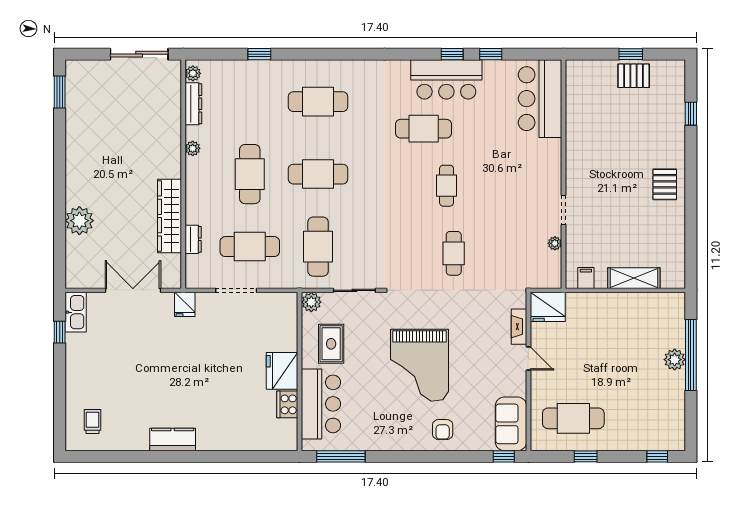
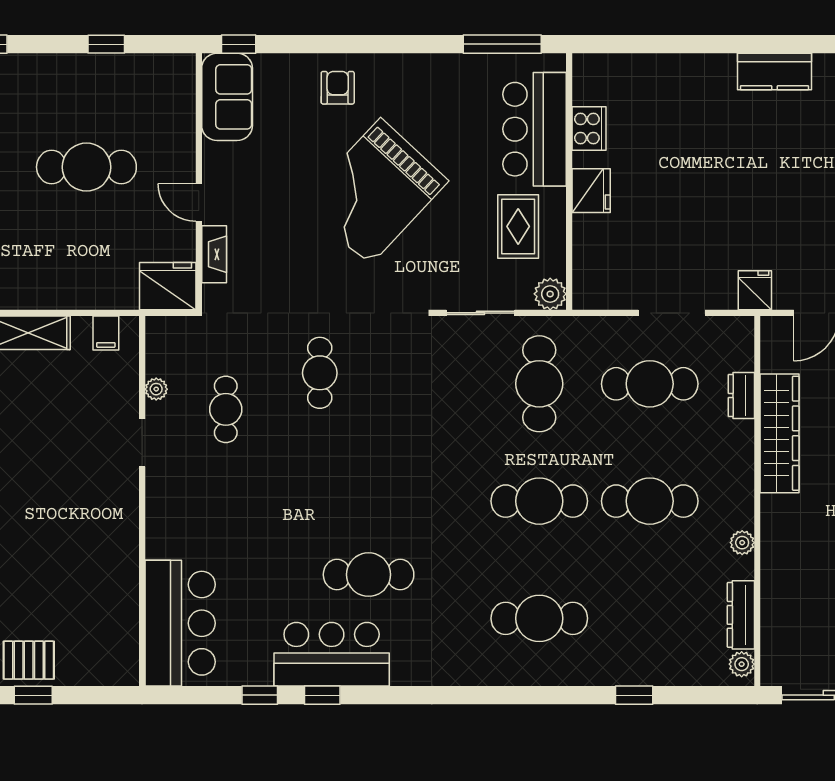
cafe table: (250, 174) -> (650, 501), turned 90
cafe table: (447, 186) -> (226, 409), moved
grand piano: (420, 365) -> (375, 192), turned -137
fridge: (282, 371) -> (591, 191), width x0.73, depth x0.75
cafe table: (573, 418) -> (86, 167), moved

